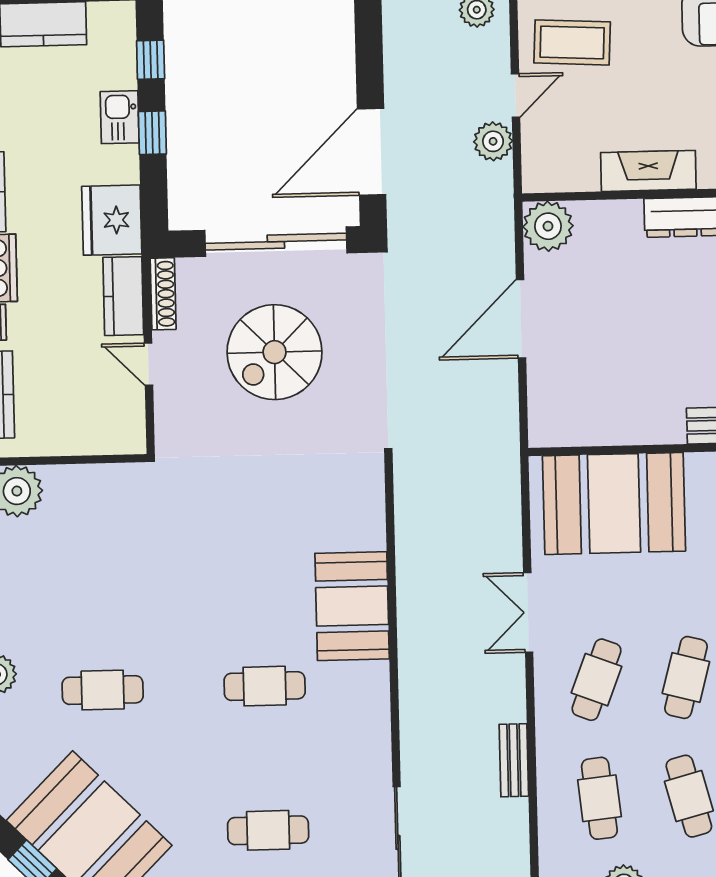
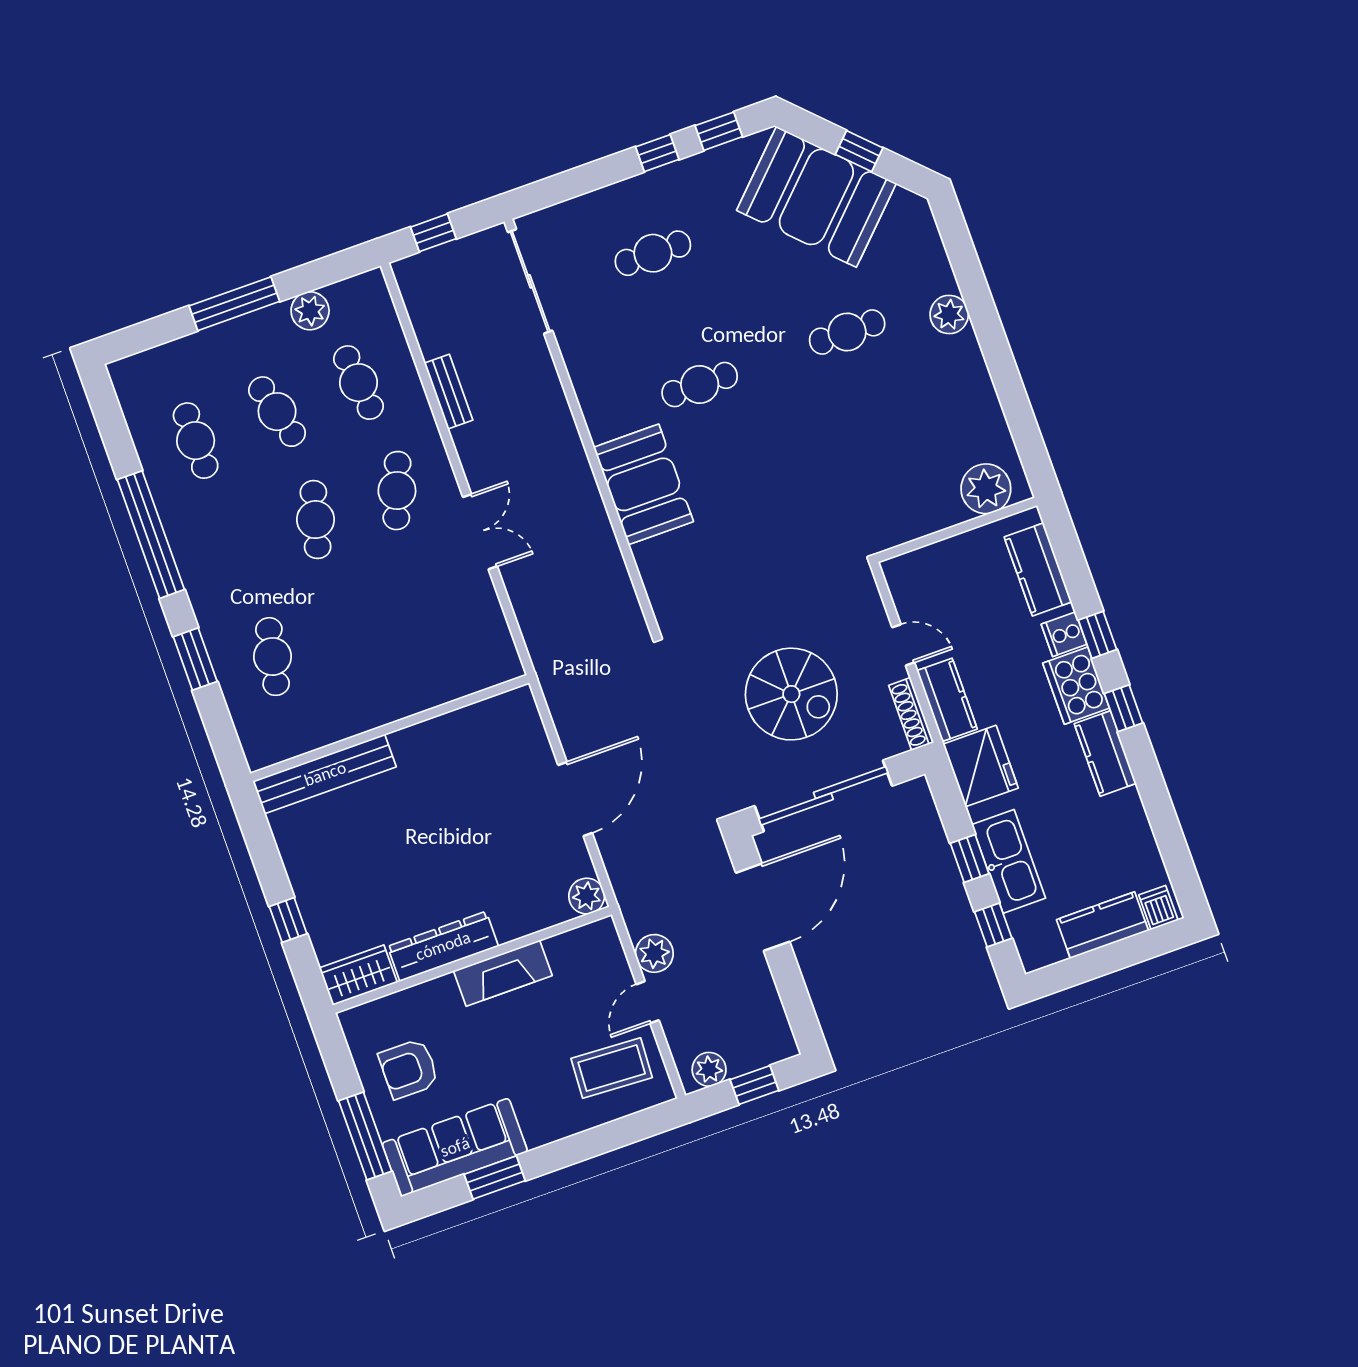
kitchen sink: (120, 117) -> (1009, 861), width x1.88, depth x1.24
plant: (548, 226) -> (587, 896), width x0.73, depth x0.73
spiral stairs: (275, 352) -> (791, 694), turned 90
booth: (614, 503) -> (434, 658), removed

